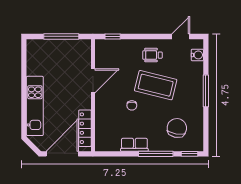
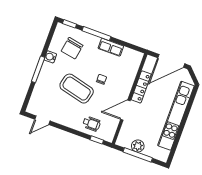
plant: (65, 46) -> (138, 146), added
wheelchair: (153, 55) -> (91, 124), moved
water cooler: (197, 55) -> (50, 57), moved
kitchen unit: (35, 106) -> (176, 116), width x1.36
locker: (85, 128) -> (141, 87), moved

